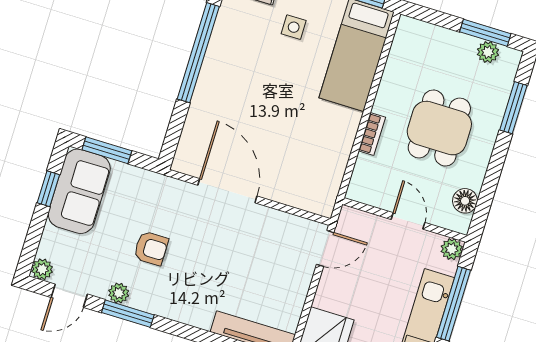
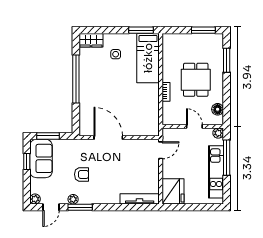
plant: (488, 52) -> (207, 39), removed

